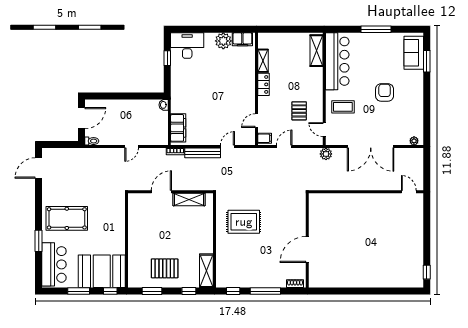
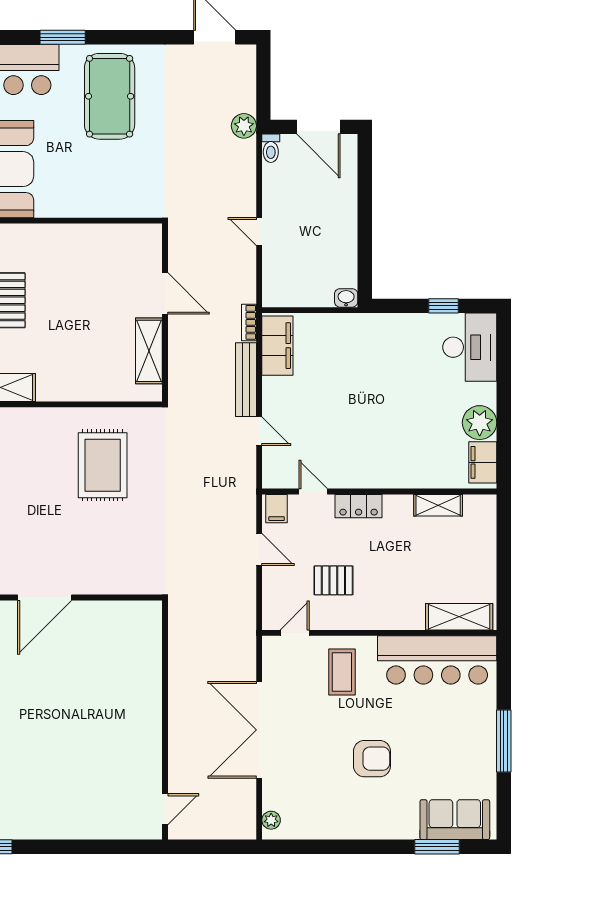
locker: (263, 84) -> (359, 506), moved
filing cabinet: (178, 128) -> (277, 346), moved, turned -90
plant: (326, 154) -> (244, 126), moved
door: (307, 249) -> (45, 598), swing flipped

